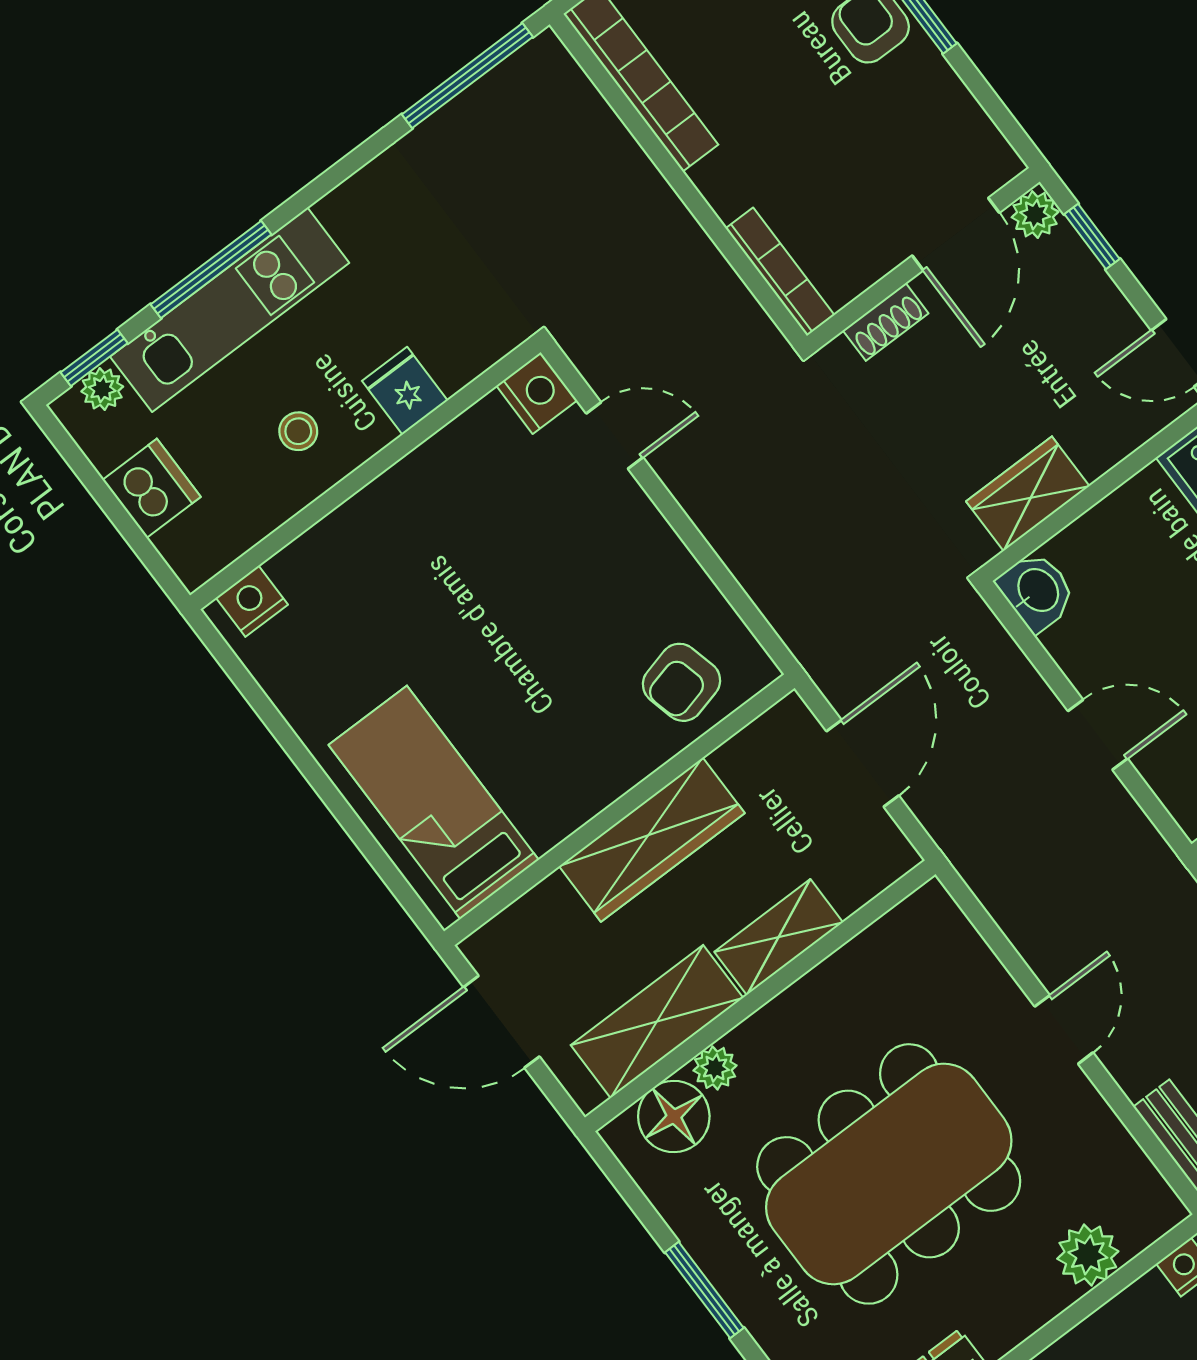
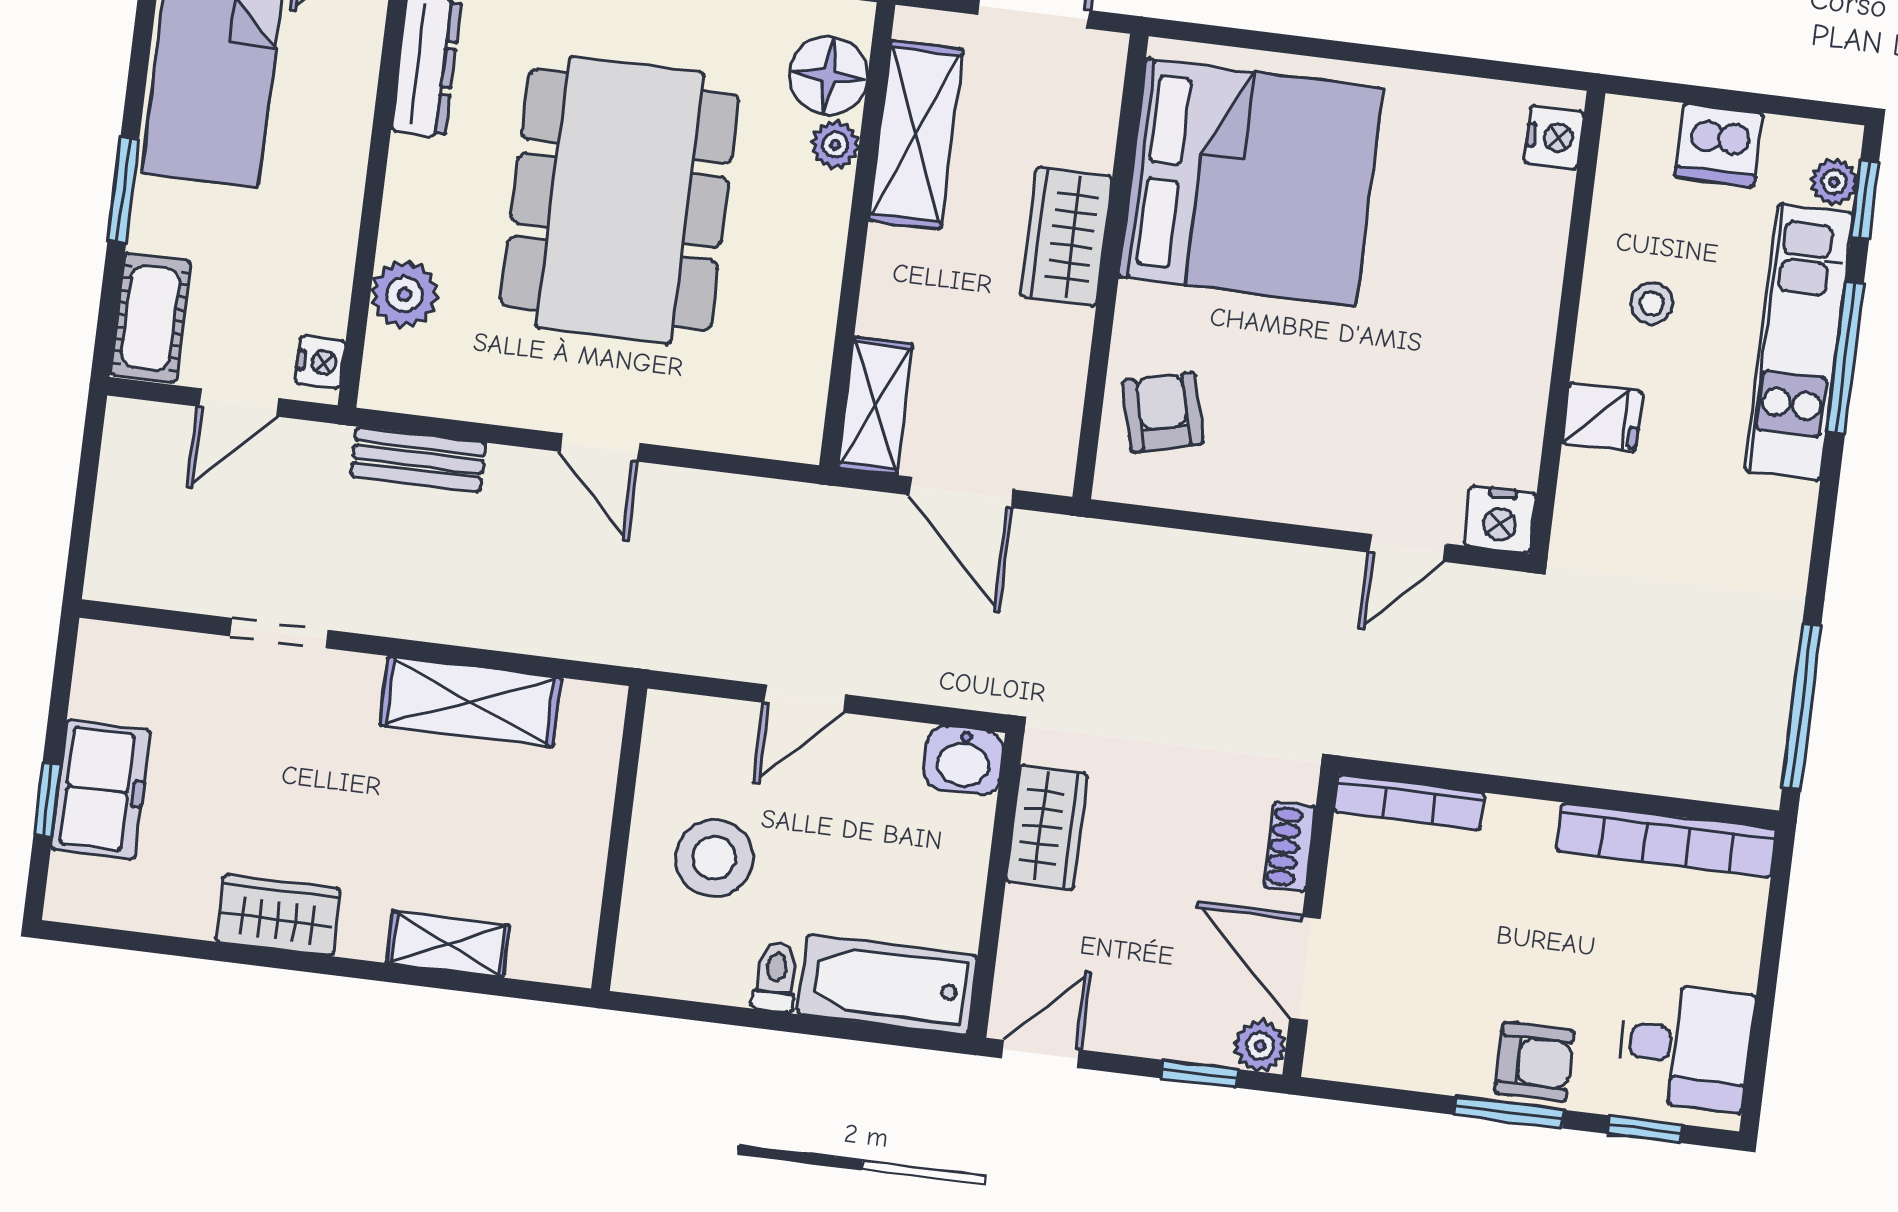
bed: (434, 802) -> (1251, 182), width x2.04
wardrobe: (652, 840) -> (1066, 237), width x0.67
shelving: (779, 937) -> (875, 406), moved

